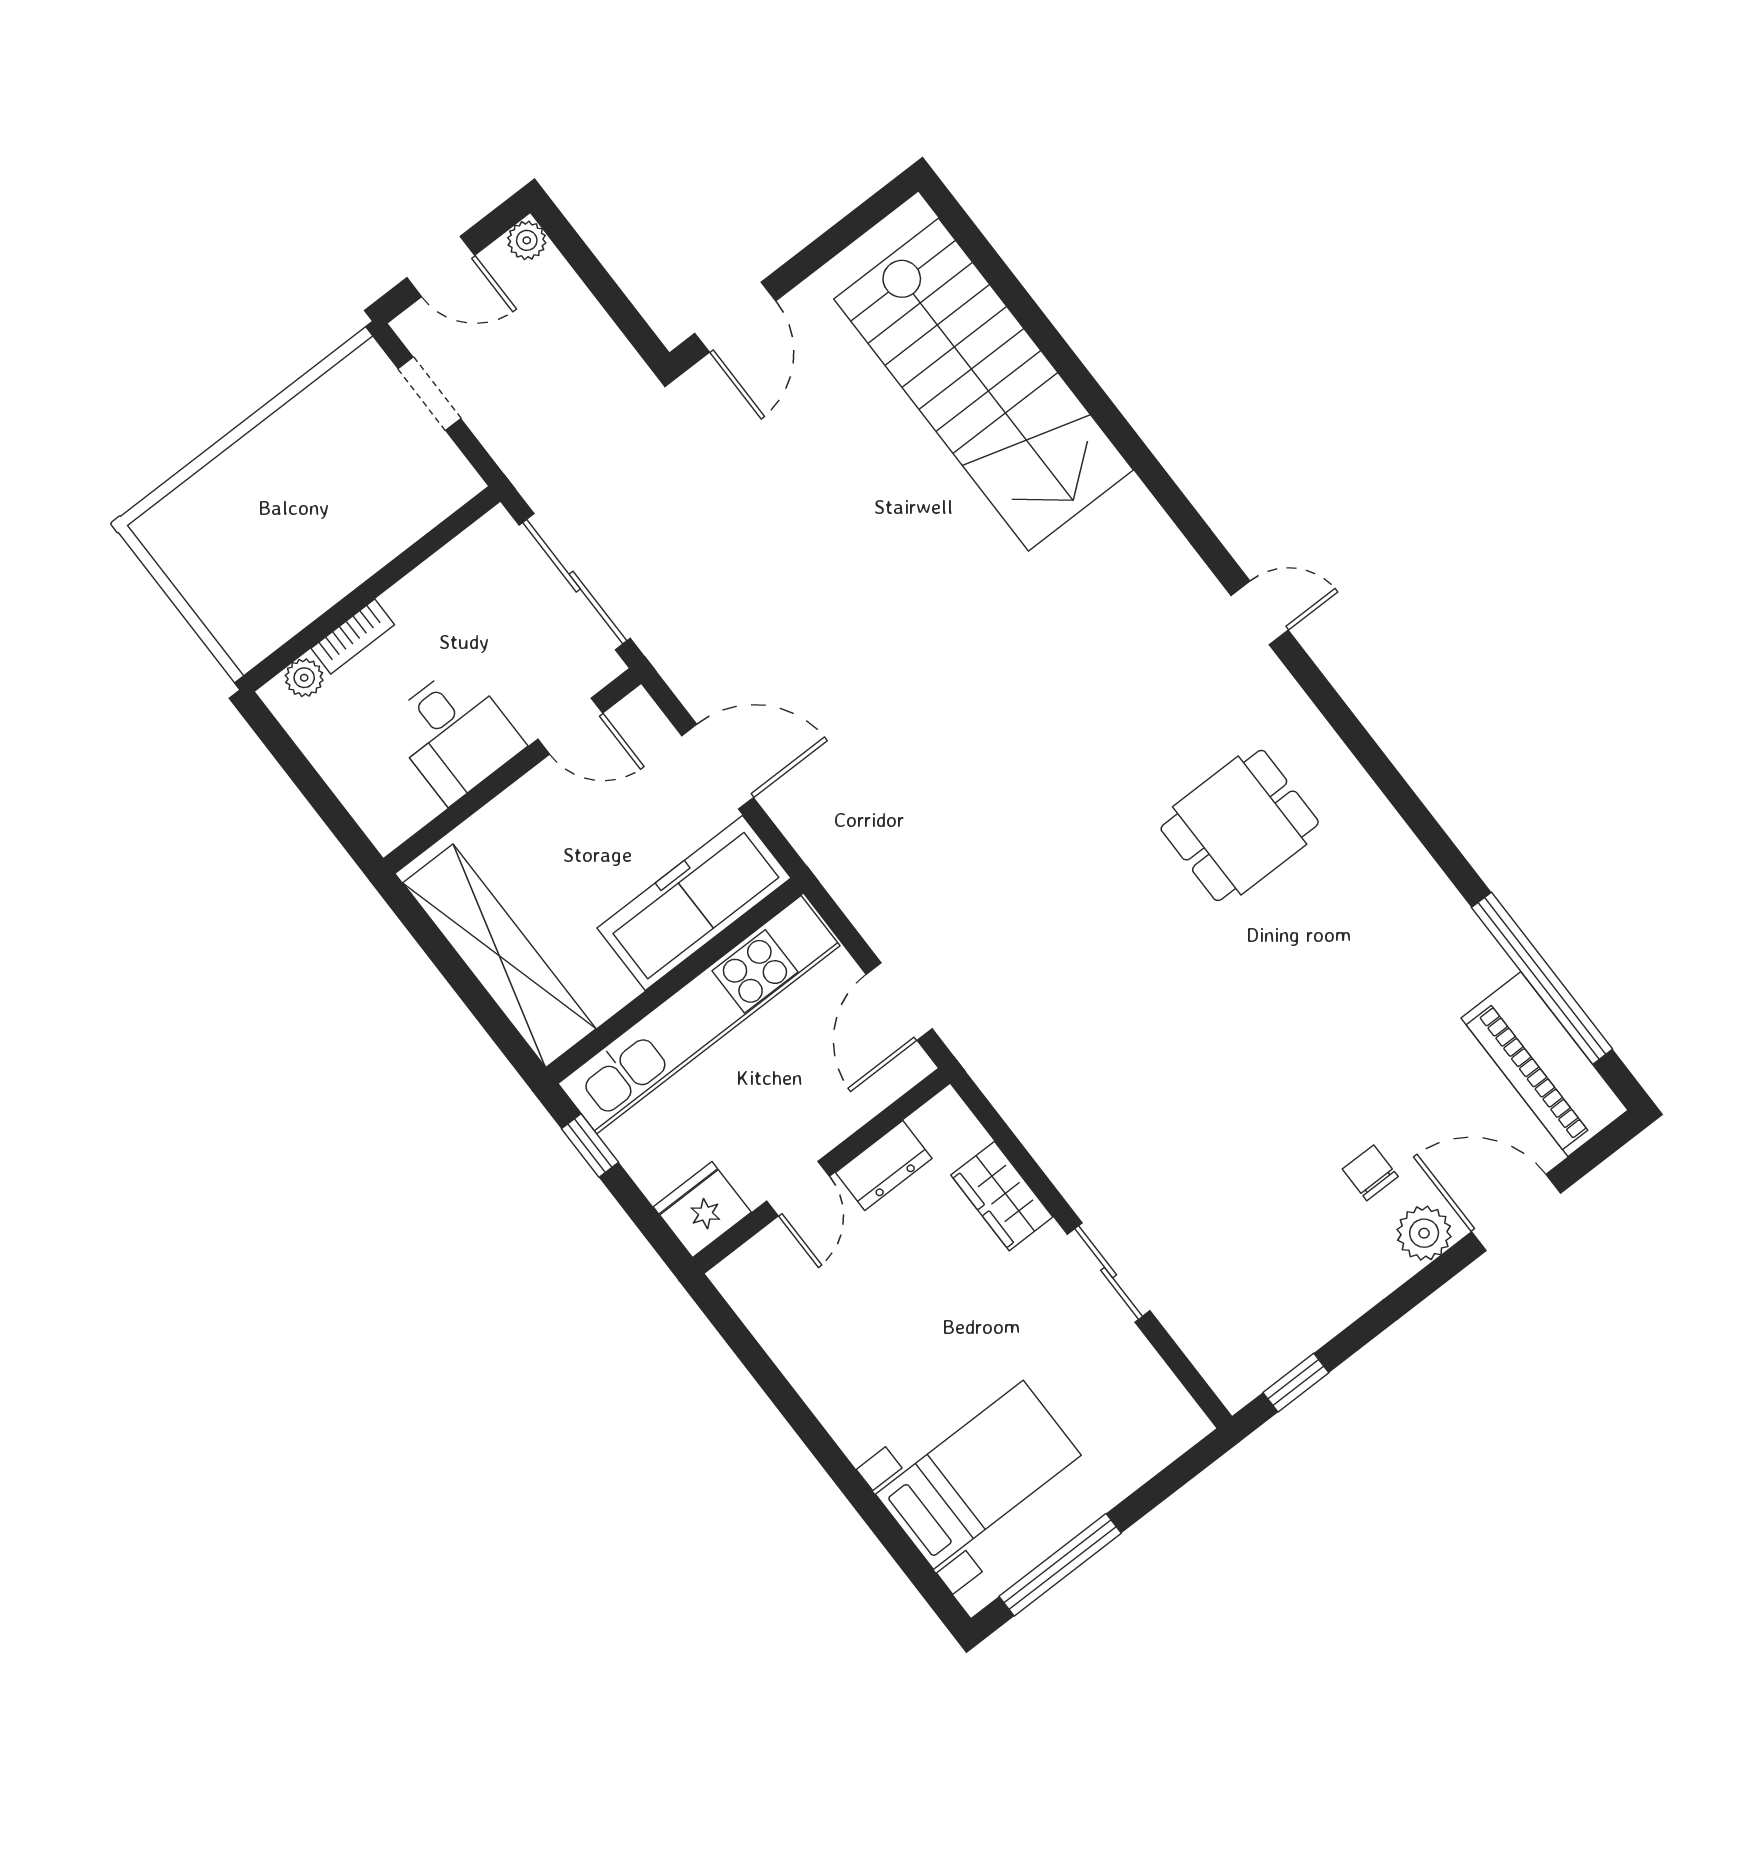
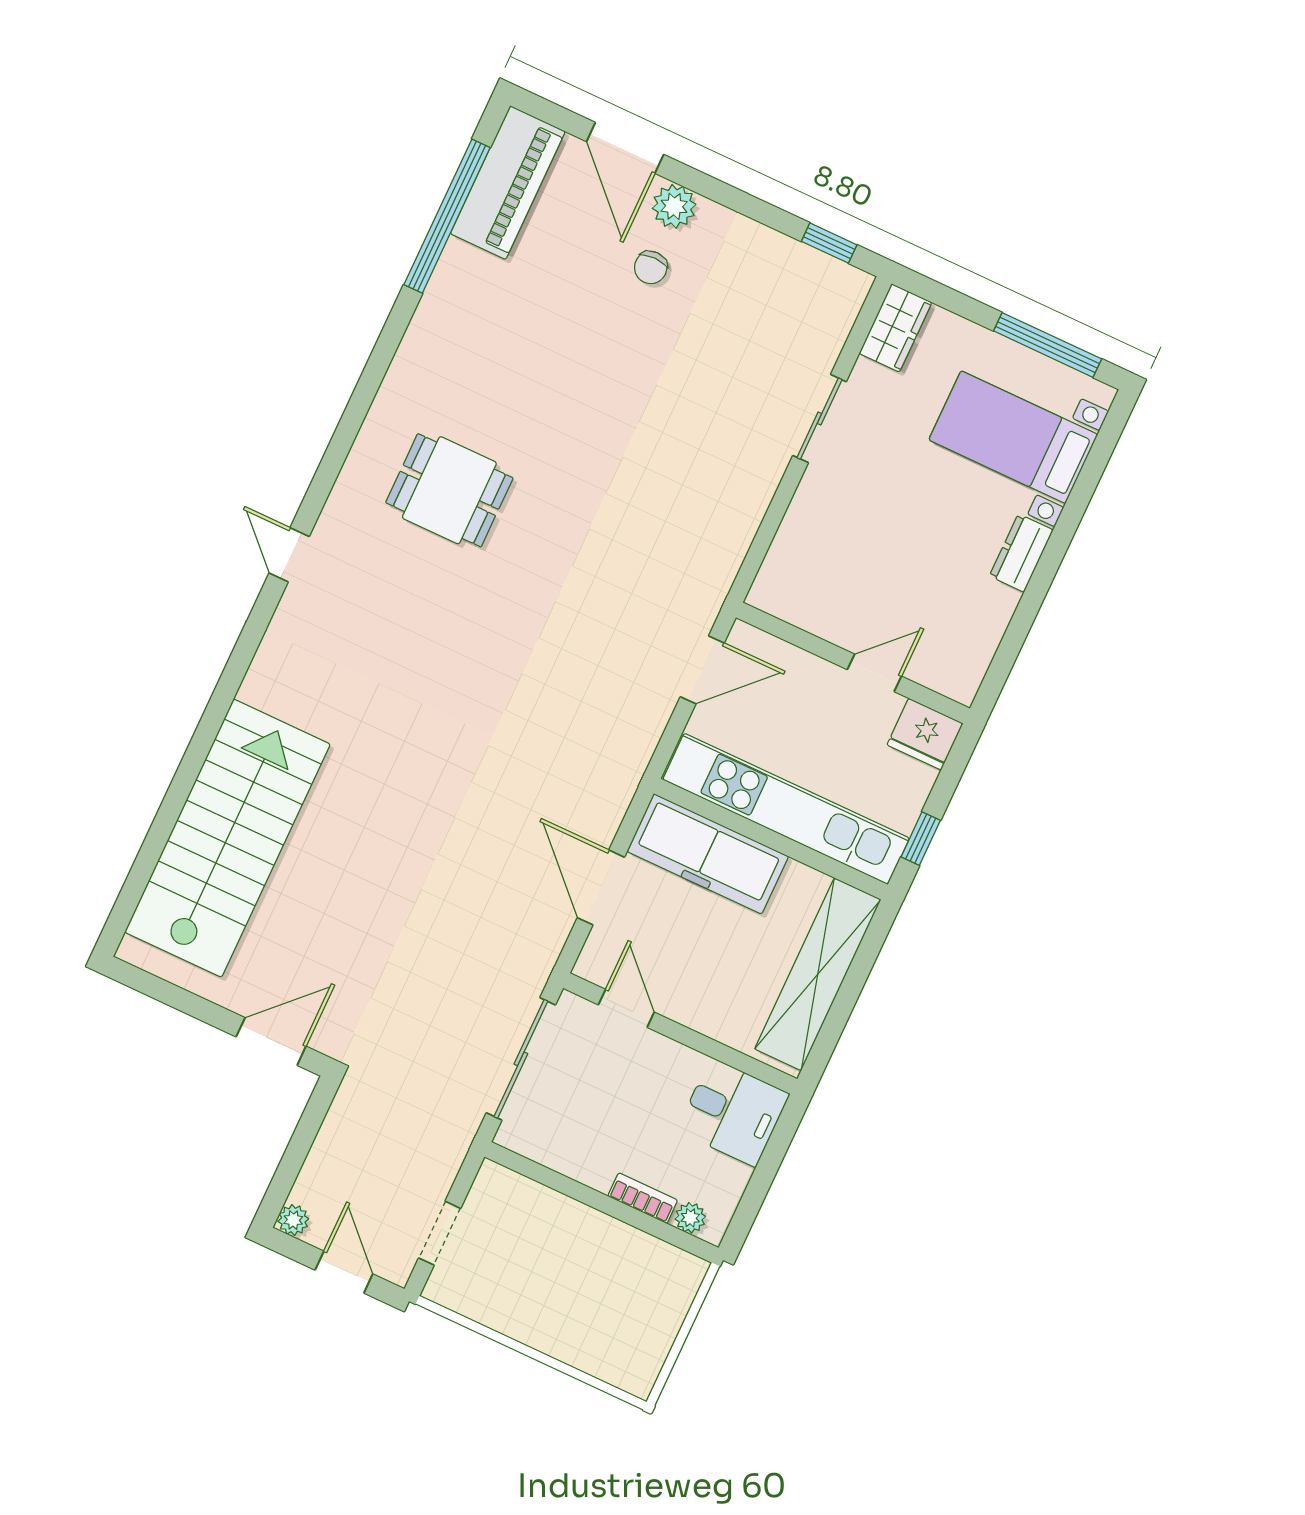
desk: (455, 734) -> (733, 1112), moved, turned 90
dresser: (884, 1166) -> (1021, 553), moved, turned -90
wardrobe: (1002, 1196) -> (895, 328), moved

